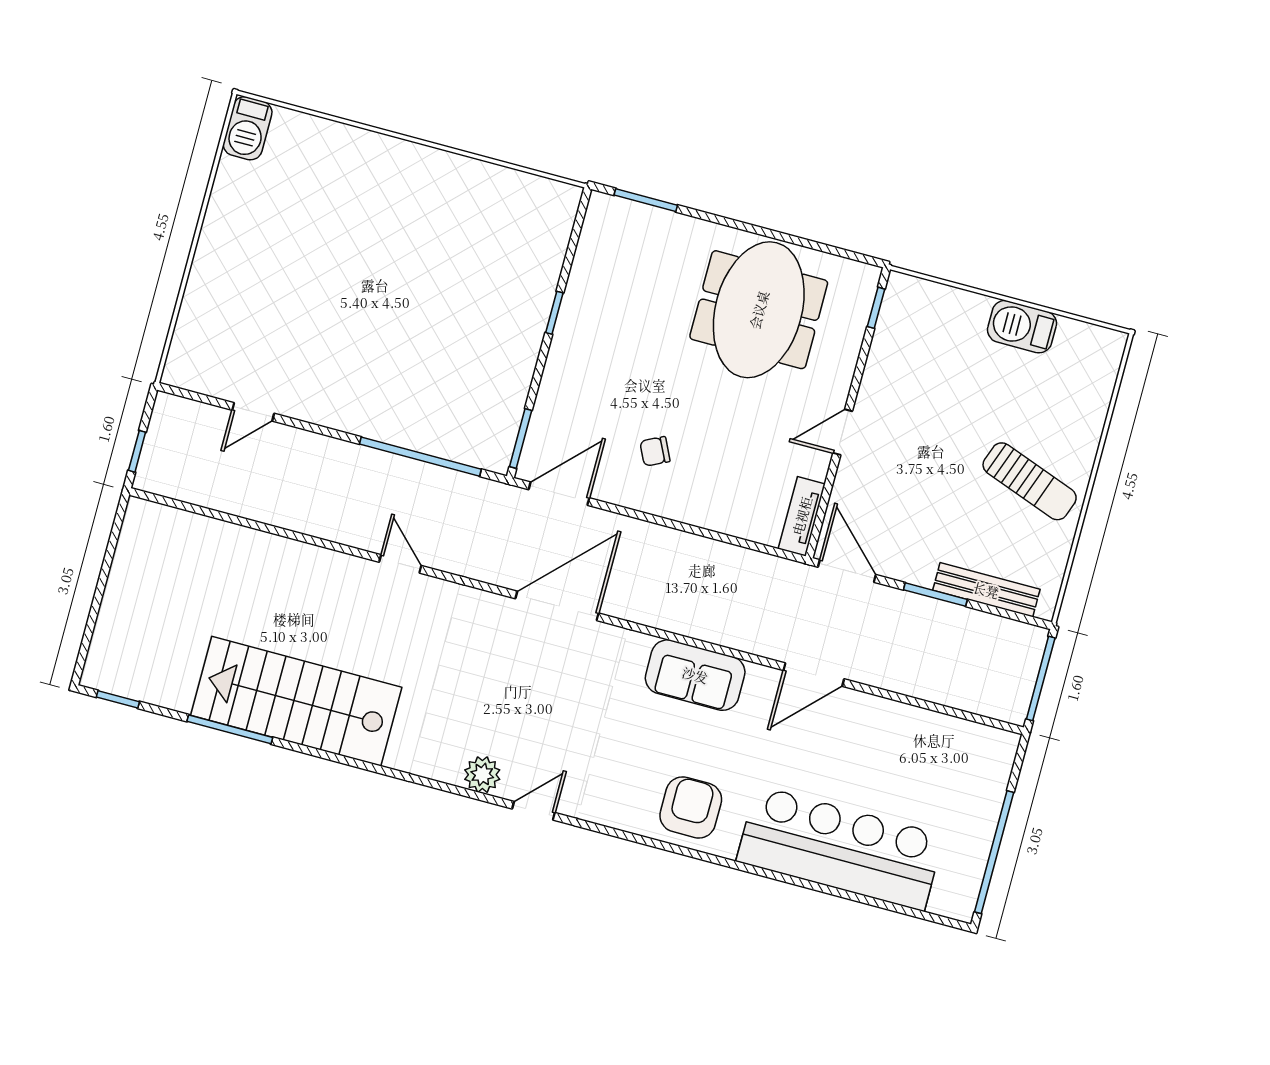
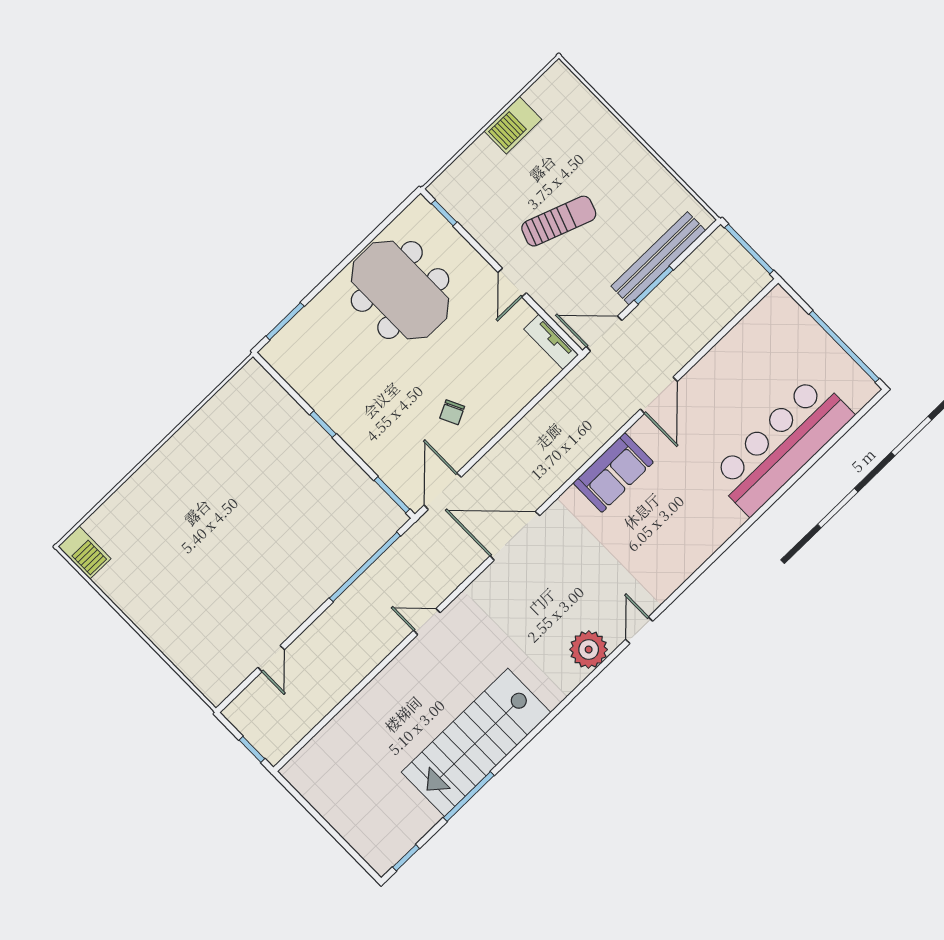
sun lounger: (1030, 481) -> (559, 221), moved
bench: (986, 590) -> (658, 258), width x1.37, depth x1.21
door: (557, 606) -> (515, 536), hinge flipped
plant: (482, 775) -> (589, 650), width x1.36, depth x1.36
armchair: (691, 807) -> (698, 527), removed

